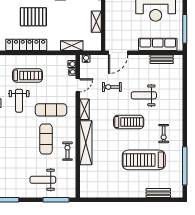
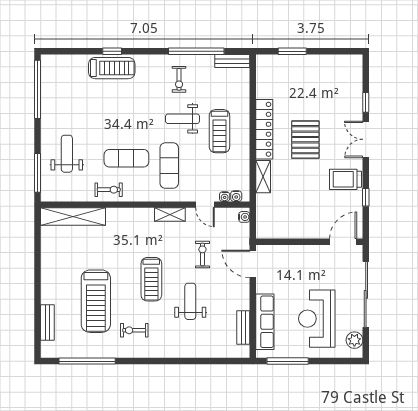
shelving: (96, 22) -> (298, 232), removed
shelving: (72, 46) -> (263, 177), moved
shelving: (86, 143) -> (73, 217), moved
treadmill: (144, 160) -> (96, 301), turned 180

